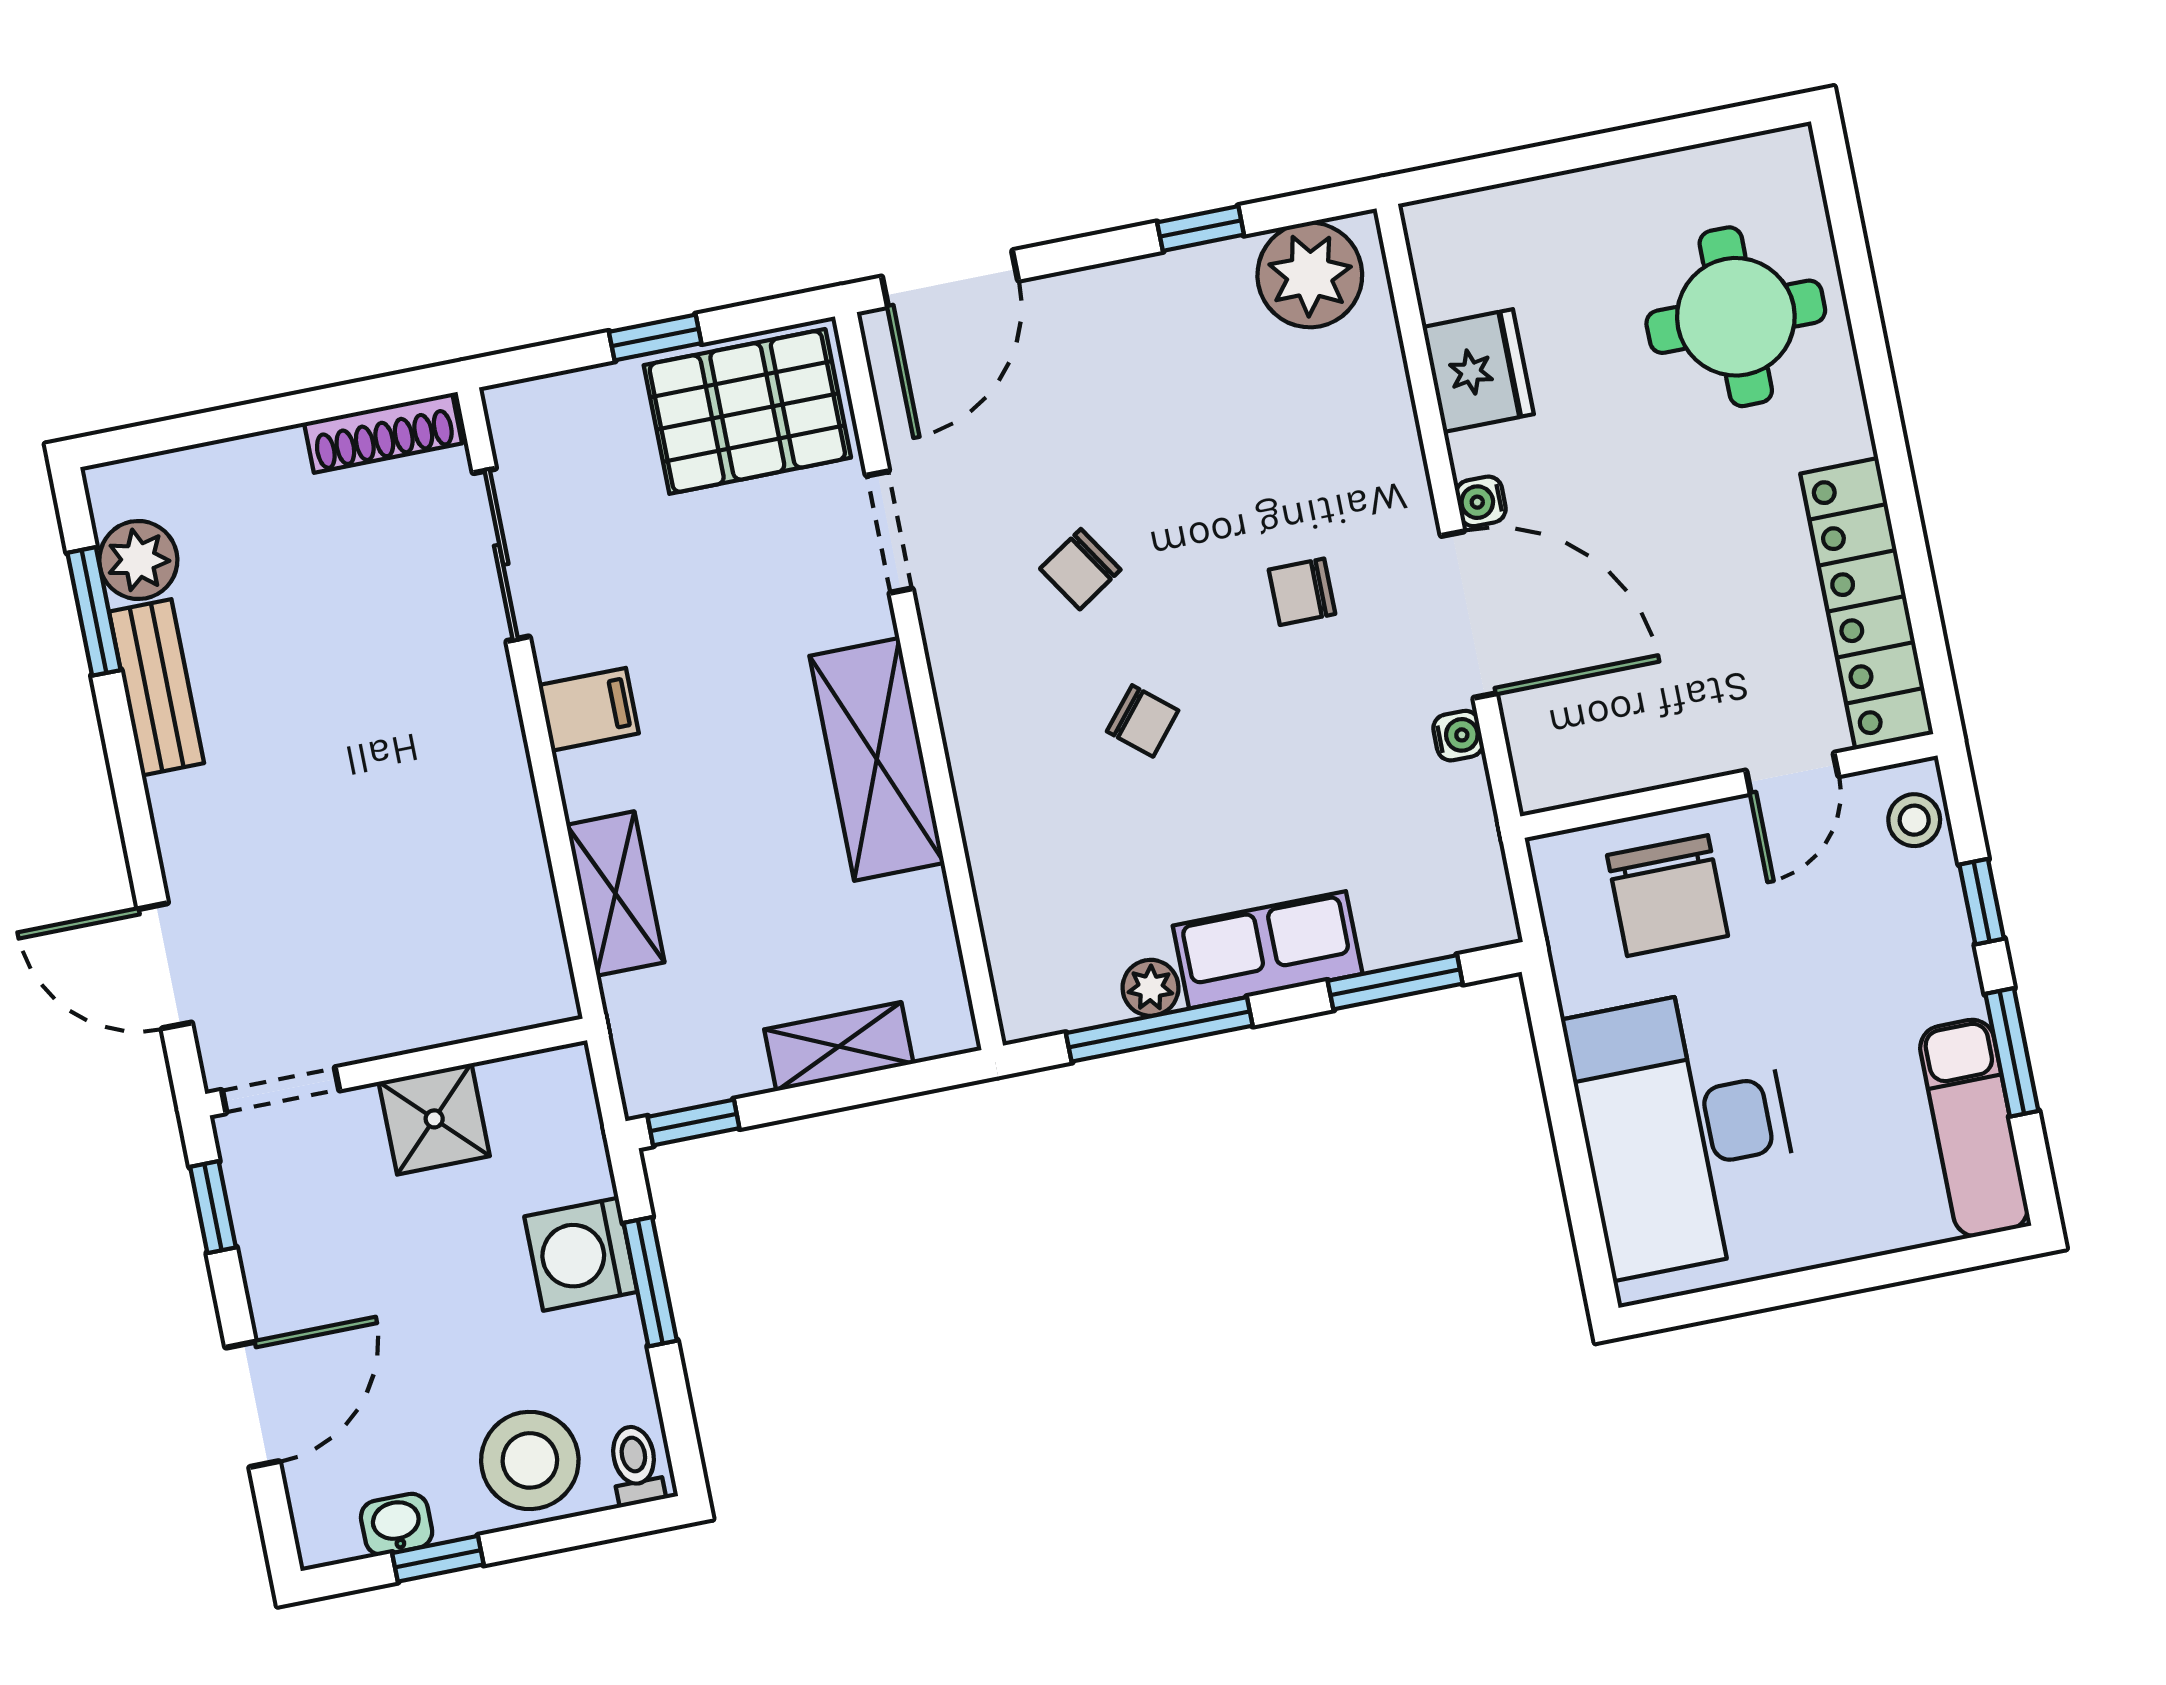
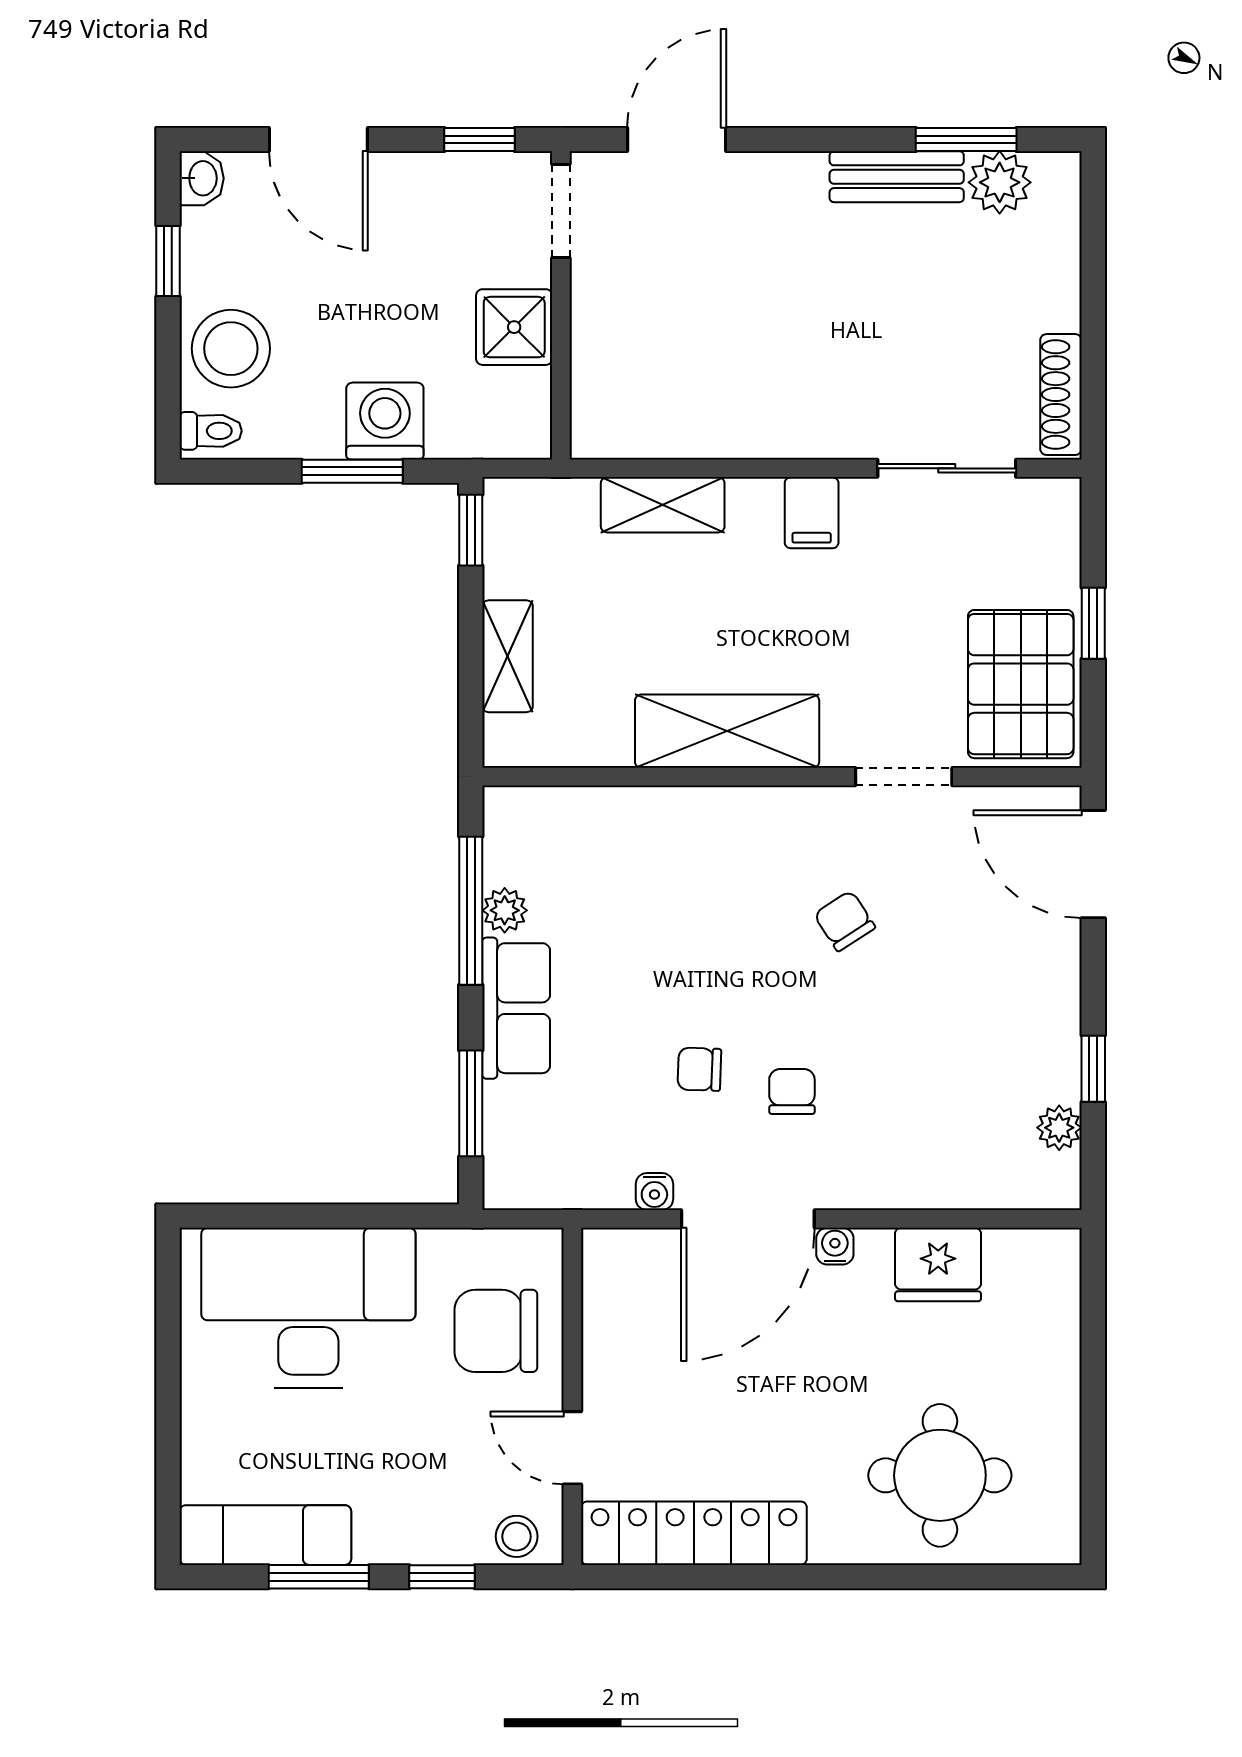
plant: (1310, 275) -> (1059, 1128), width x0.53, depth x0.53
chair: (1143, 721) -> (699, 1069), moved, turned 52
washbasin: (397, 1524) -> (202, 178), moved

